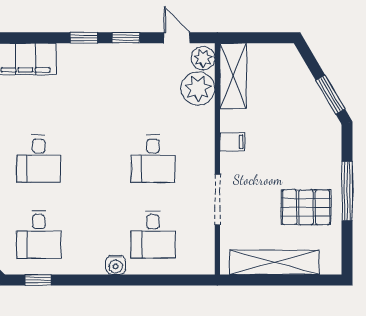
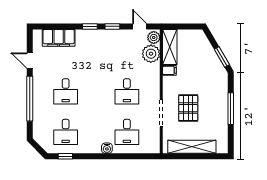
filing cabinet: (232, 142) -> (169, 70), moved
pallet: (306, 207) -> (188, 108), moved, turned 90

